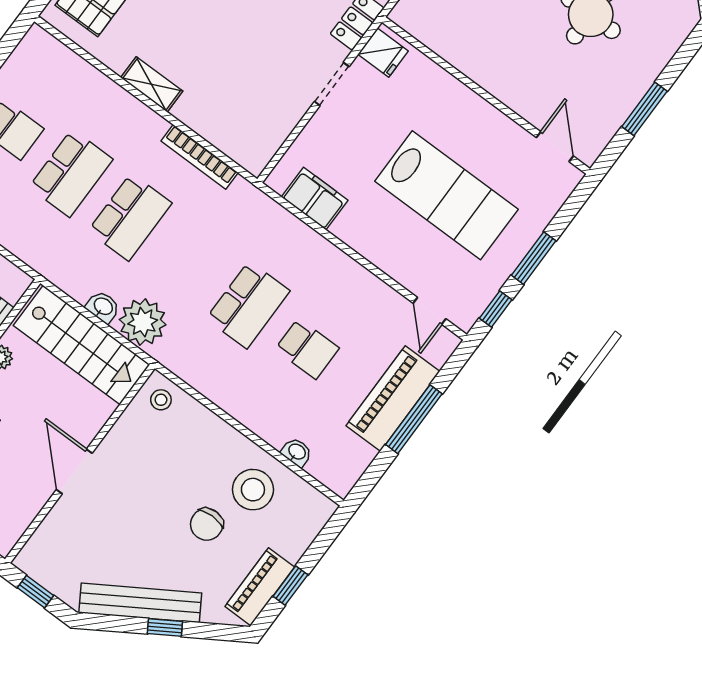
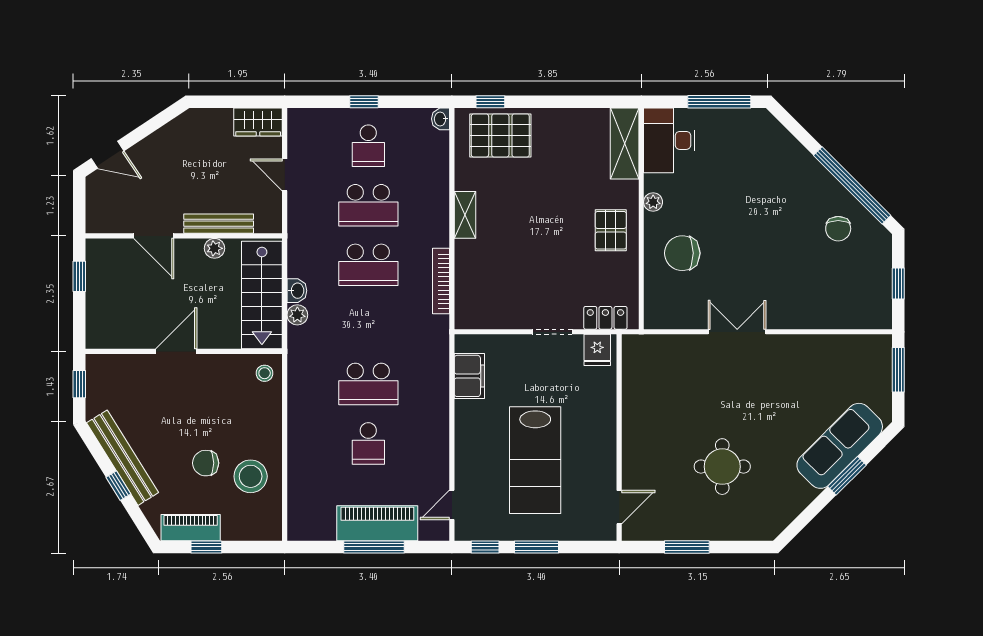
plant: (143, 322) -> (297, 315), width x0.53, depth x0.53
washbasin: (297, 452) -> (441, 119), moved, turned 180

